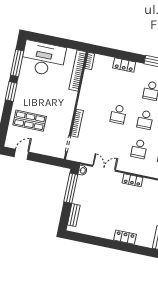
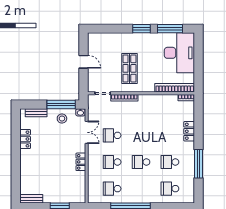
school desk: (118, 114) -> (112, 135), moved
shop shelf: (30, 121) -> (129, 68), moved
door: (21, 154) -> (84, 62), moved
stool: (85, 190) -> (62, 119), added
locker: (125, 237) -> (25, 139), moved

